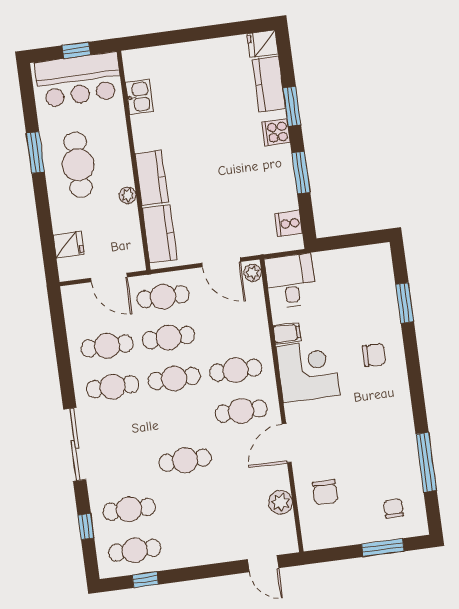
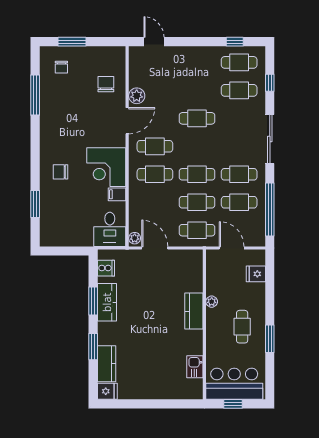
cooker: (276, 132) -> (106, 331), removed
cafe table: (78, 165) -> (242, 327), width x0.73, depth x0.74
kitchen counter: (160, 234) -> (107, 302), moved, turned 180
window: (61, 341) -> (270, 209), added
plant: (281, 502) -> (137, 96), moved

